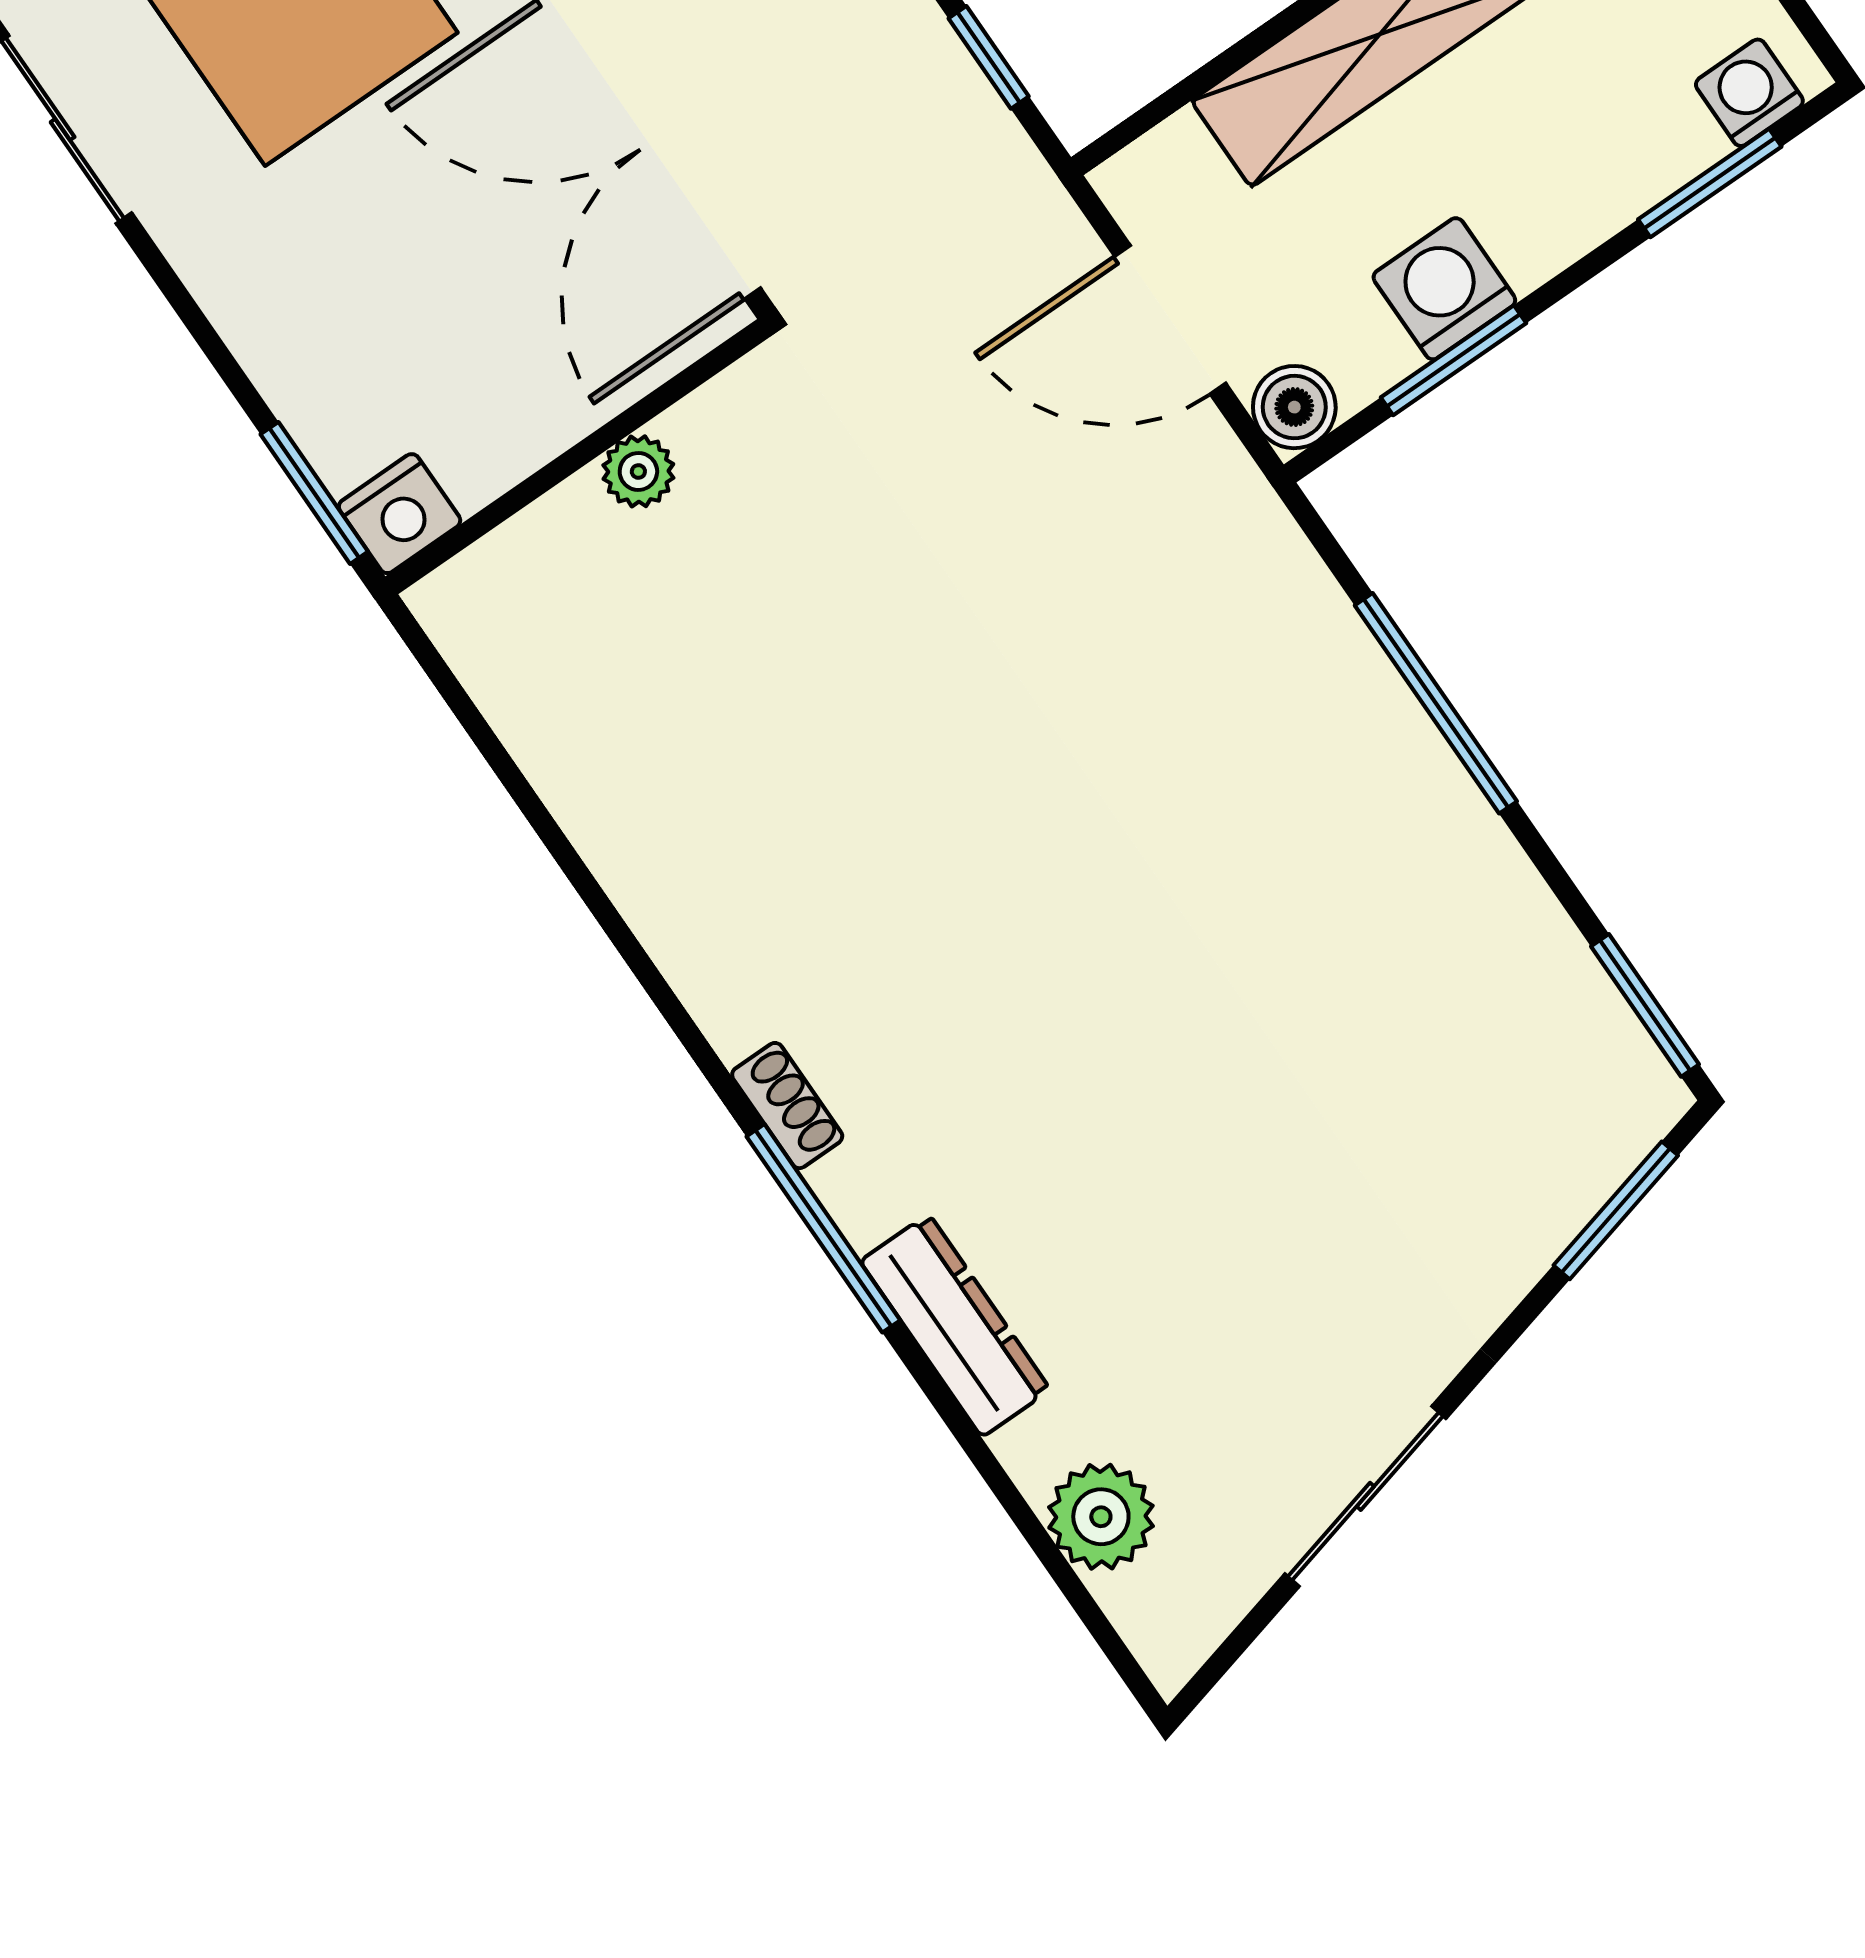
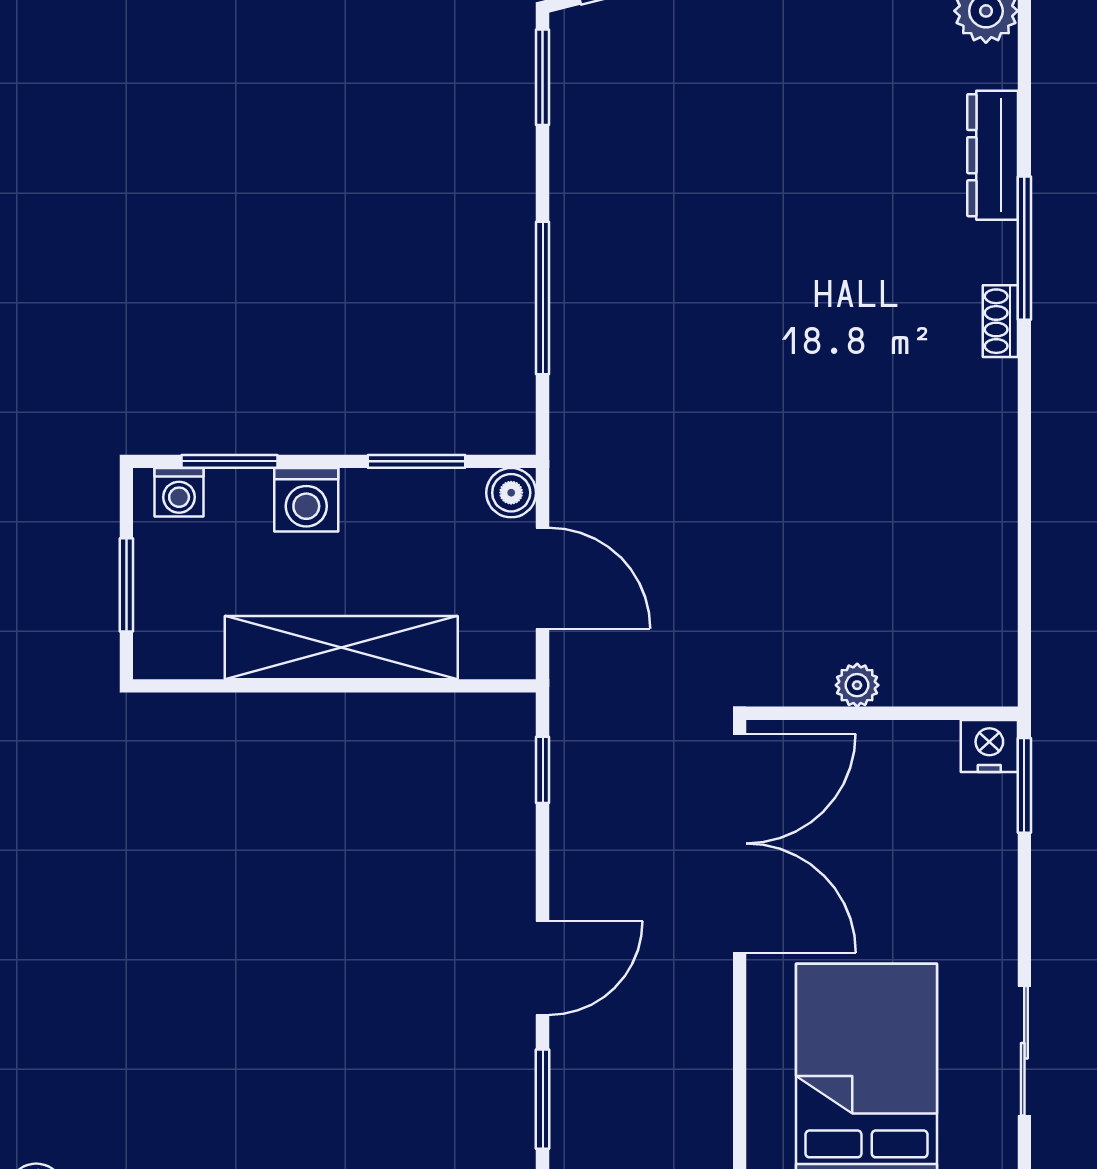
washing machine: (1444, 289) -> (306, 500), moved

